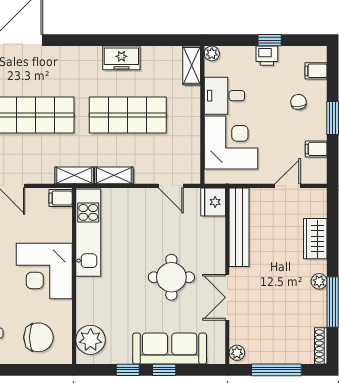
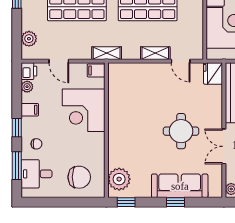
shelving: (114, 175) -> (155, 53), moved
kitchen unit: (88, 233) -> (117, 97), removed
corner desk: (44, 271) -> (84, 110), moved
window: (128, 370) -> (126, 202), moved

